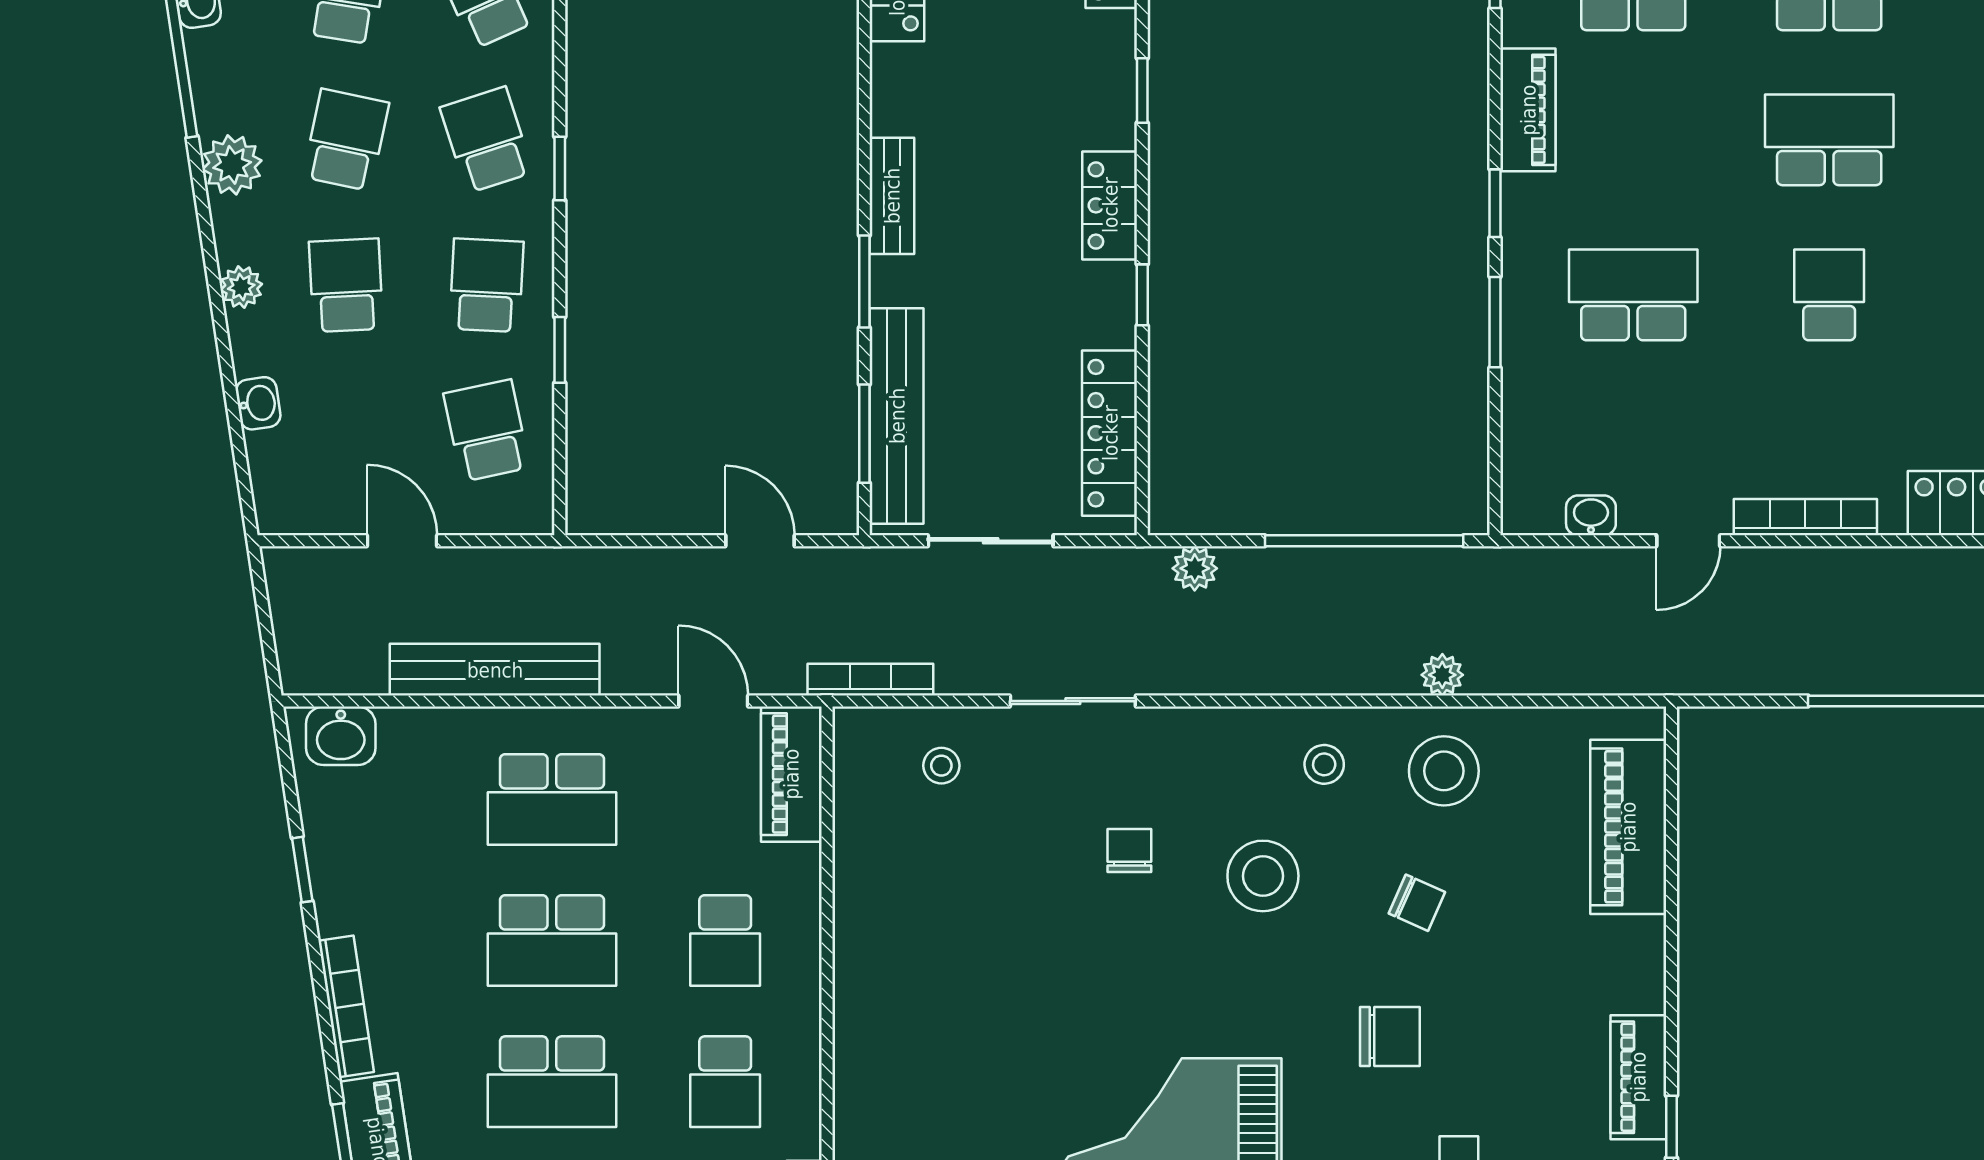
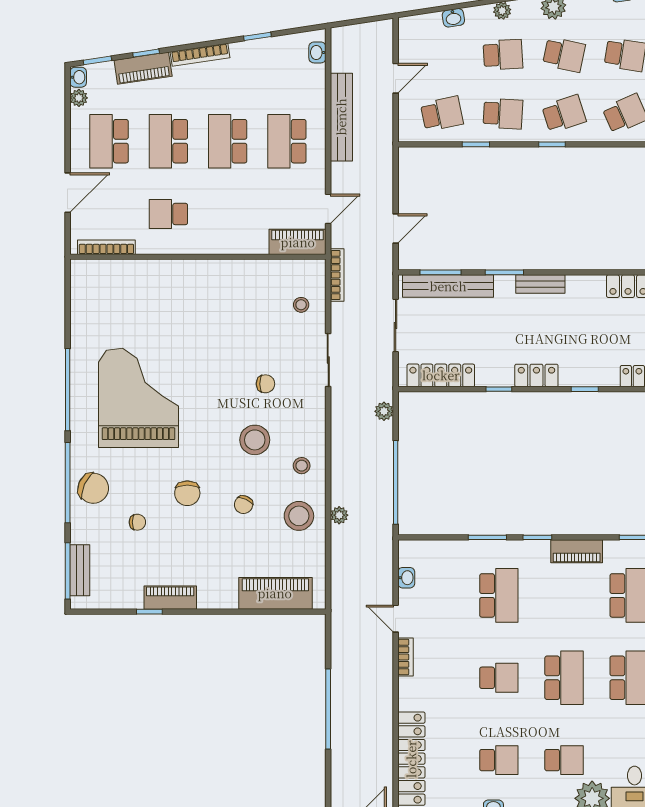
bookcase: (1805, 517) -> (406, 657), width x0.64
washbasin: (341, 736) -> (317, 52), width x0.72, depth x0.69
school desk: (725, 941) -> (228, 214), removed

